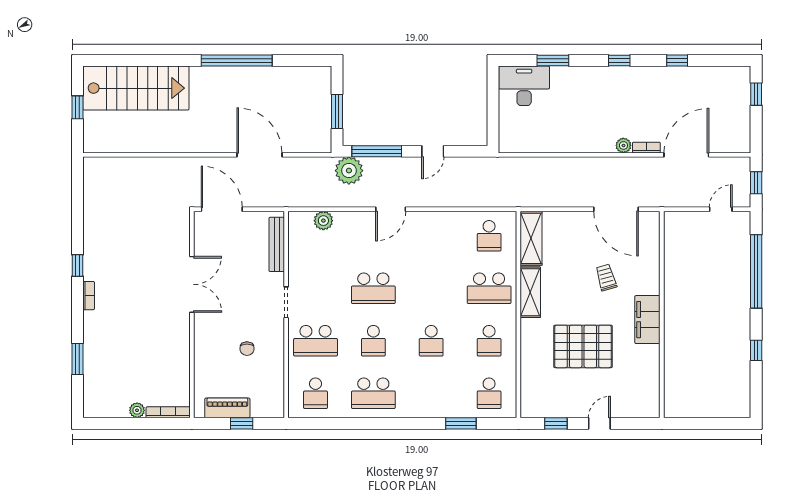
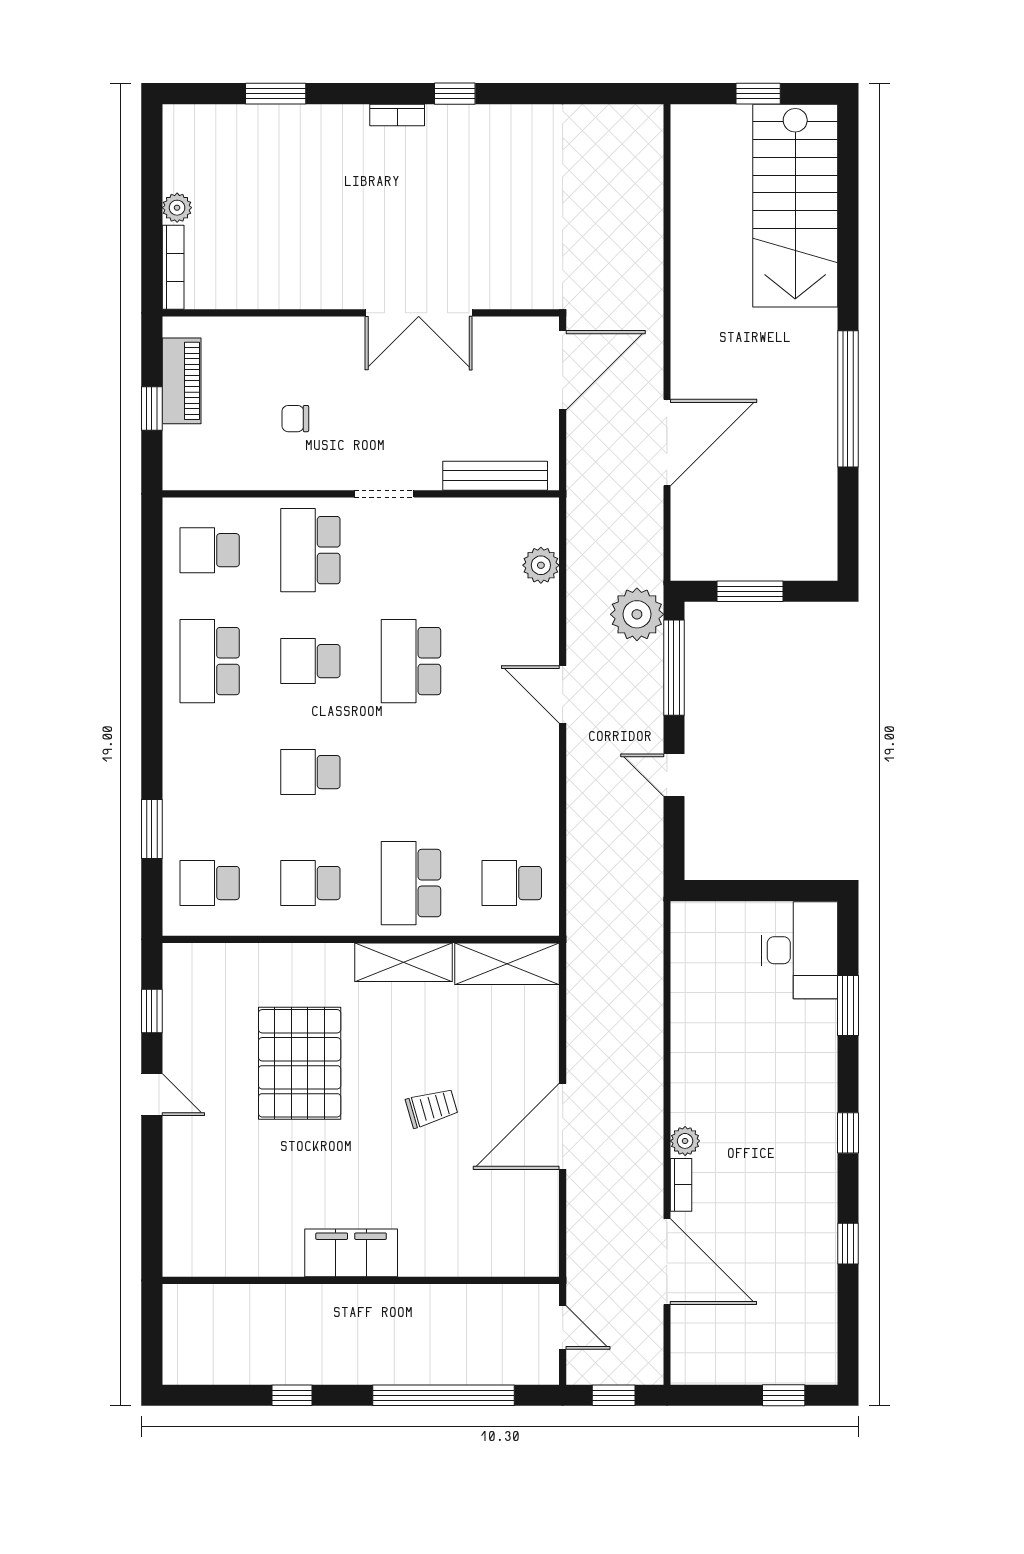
wall: (662, 315) -> (361, 1280), moved
filing cabinet: (647, 320) -> (351, 1253), moved

